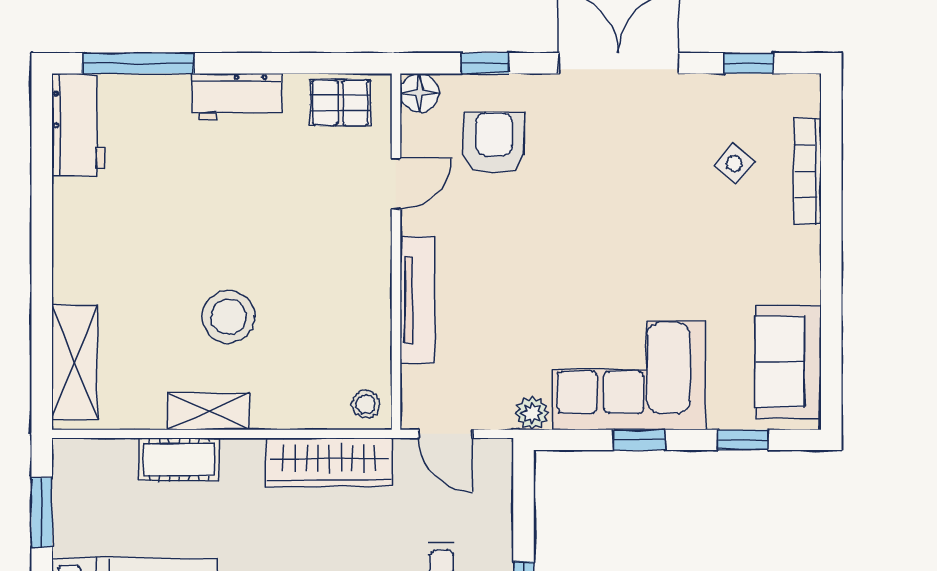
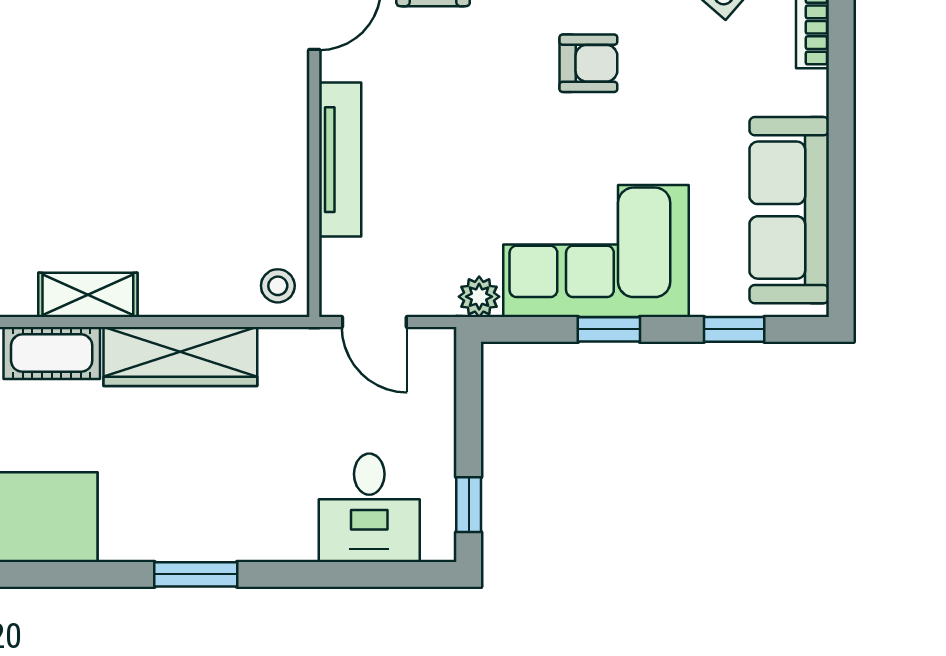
armchair: (622, 220) -> (588, 63), added
stool: (228, 317) -> (111, 180), removed
sofa: (788, 362) -> (789, 210), width x1.36
wardrobe: (329, 462) -> (180, 357), moved

